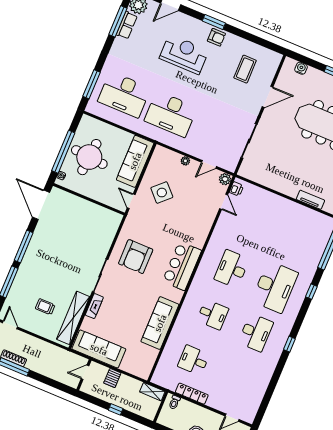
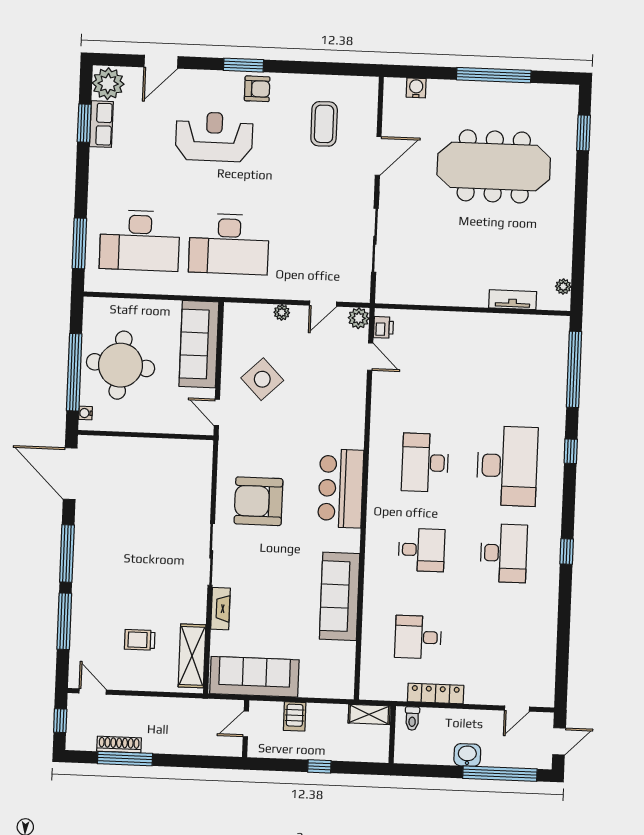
window: (118, 21) -> (84, 123), width x0.69
armchair: (136, 257) -> (258, 501), turned 90
shelving: (73, 318) -> (192, 656), width x0.68

